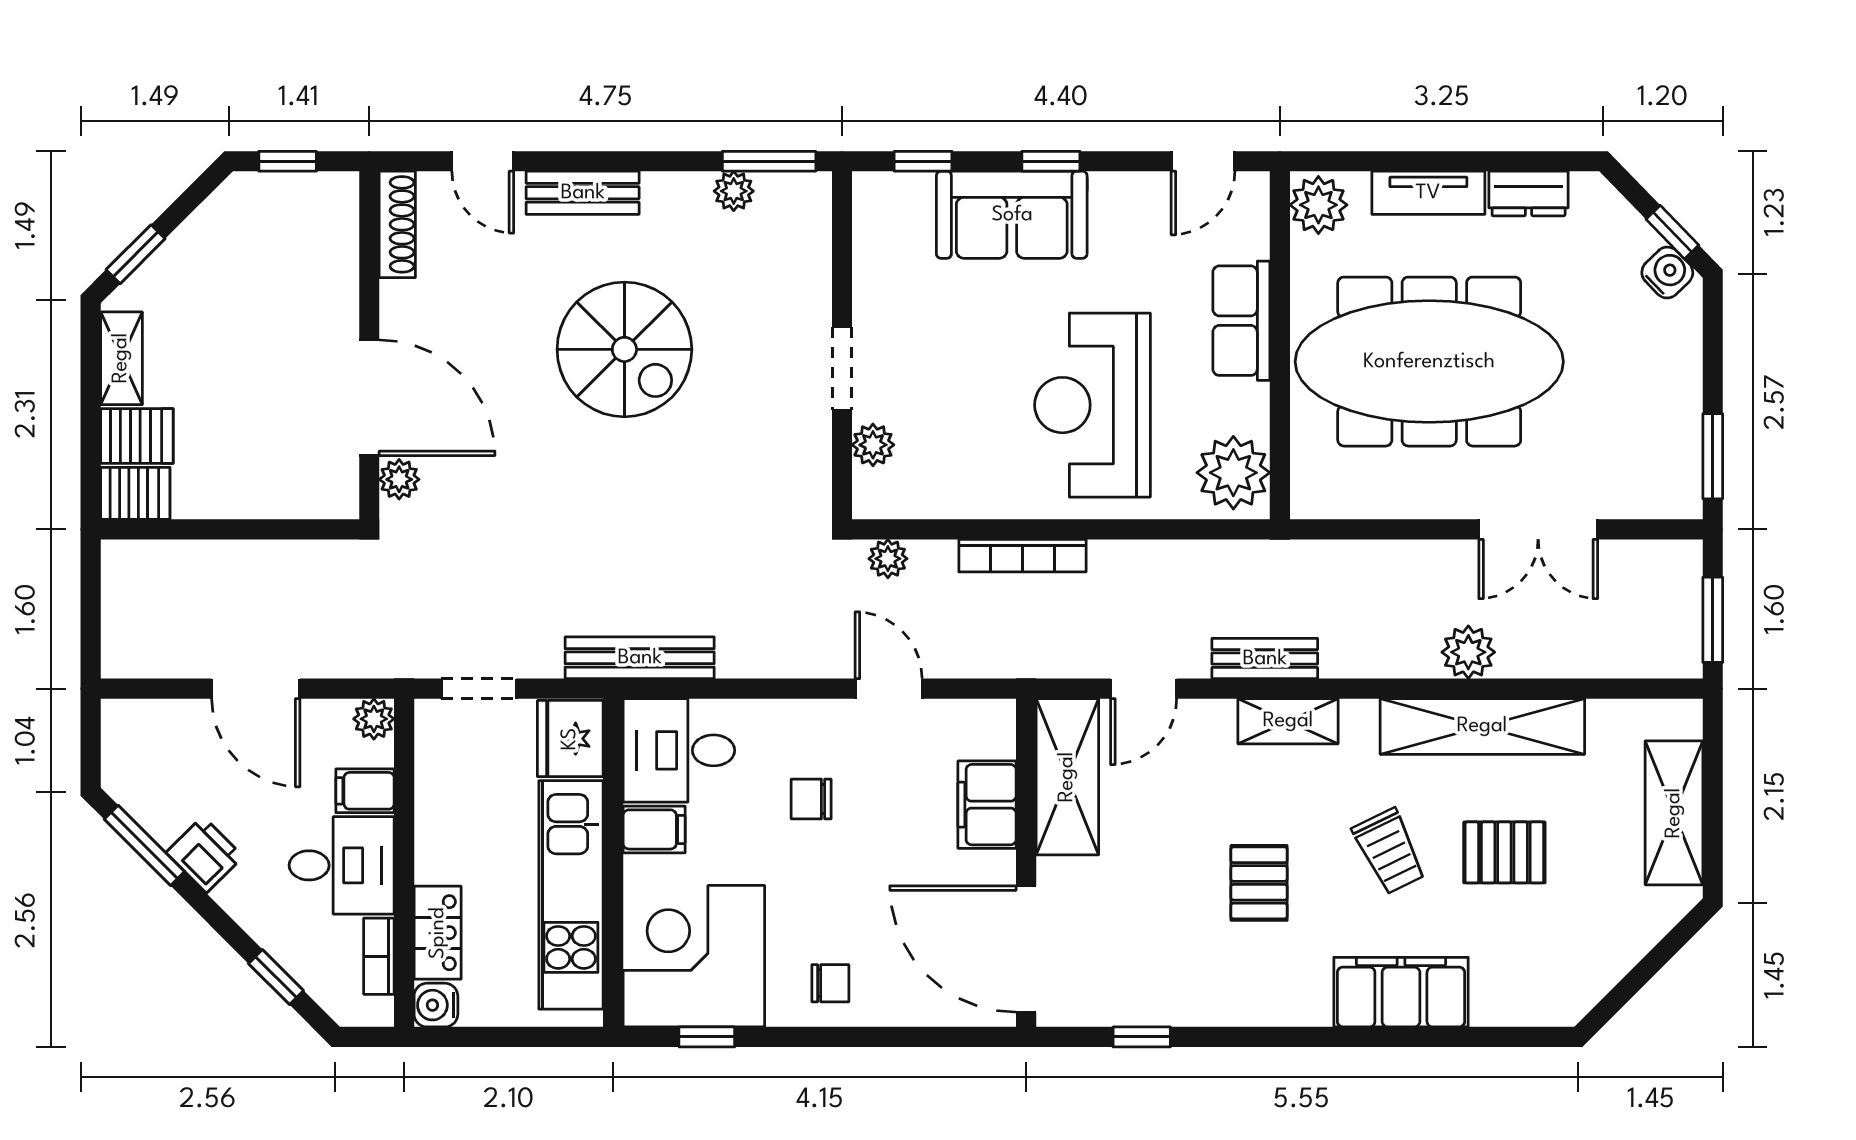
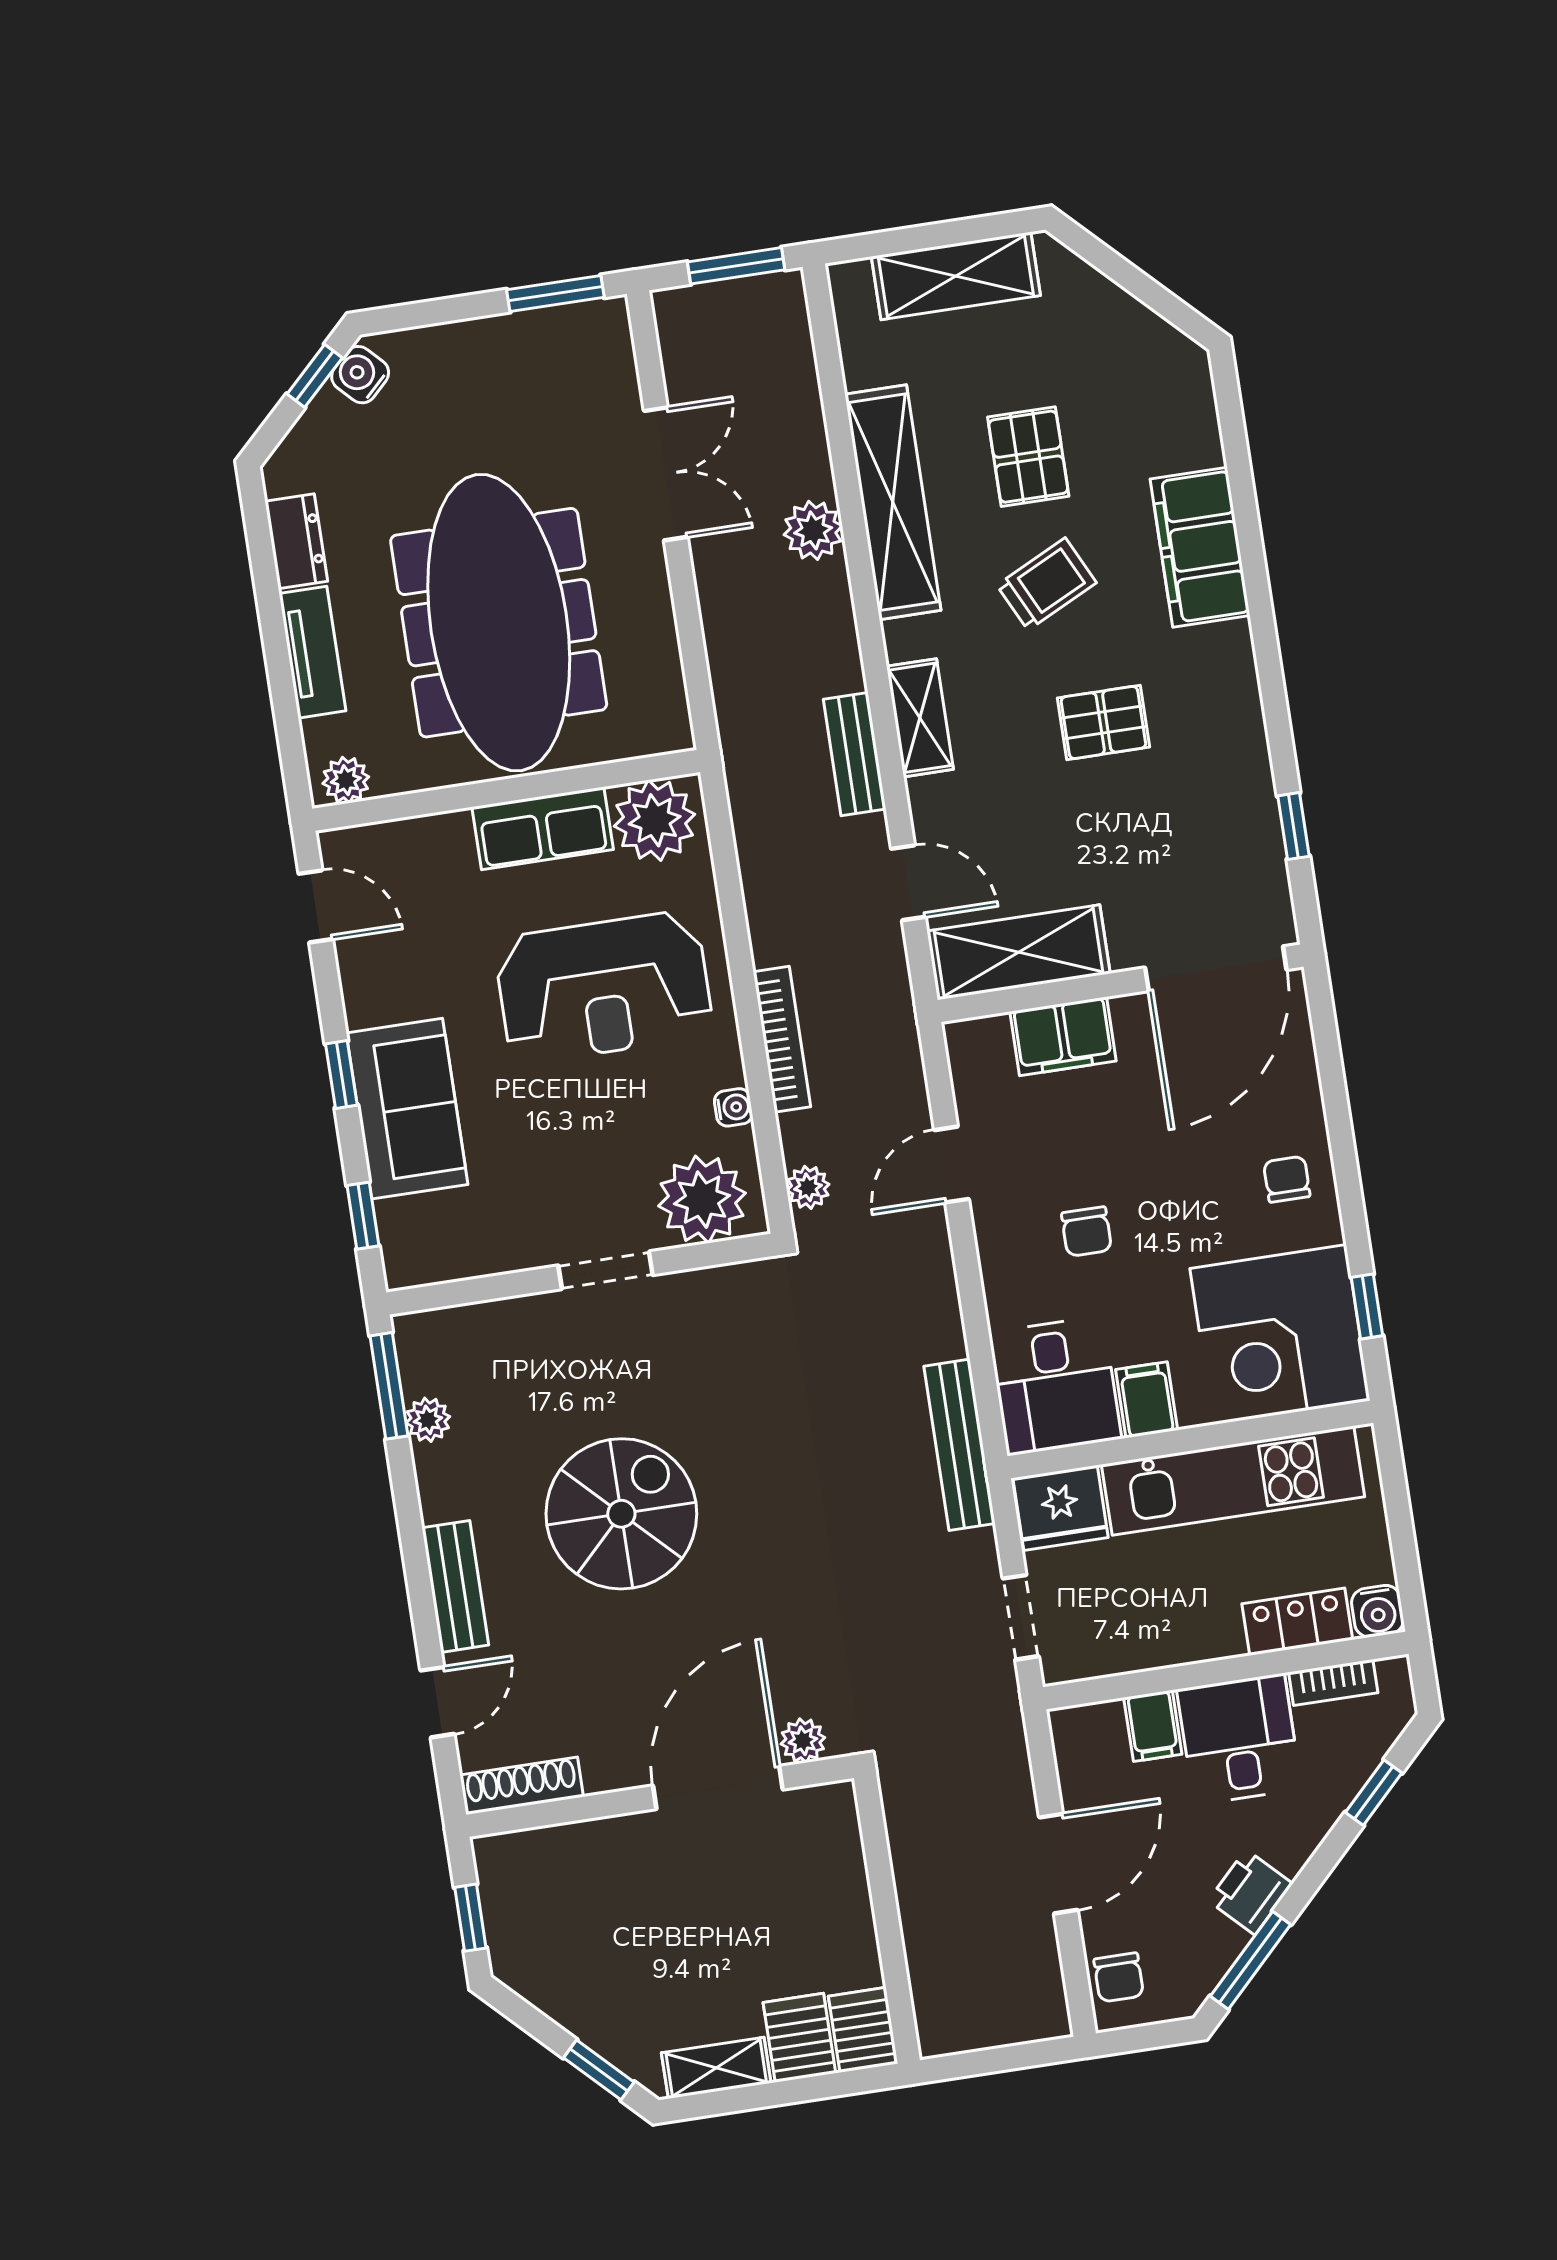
plant: (1318, 205) -> (346, 780), width x0.73, depth x0.73
row of seats: (1241, 321) -> (543, 828), moved
plant: (873, 445) -> (702, 1200), width x1.87, depth x1.87
water cooler: (969, 504) -> (733, 1107), added
plant: (374, 719) -> (1072, 1728), removed
chair: (147, 727) -> (1119, 1977), added

